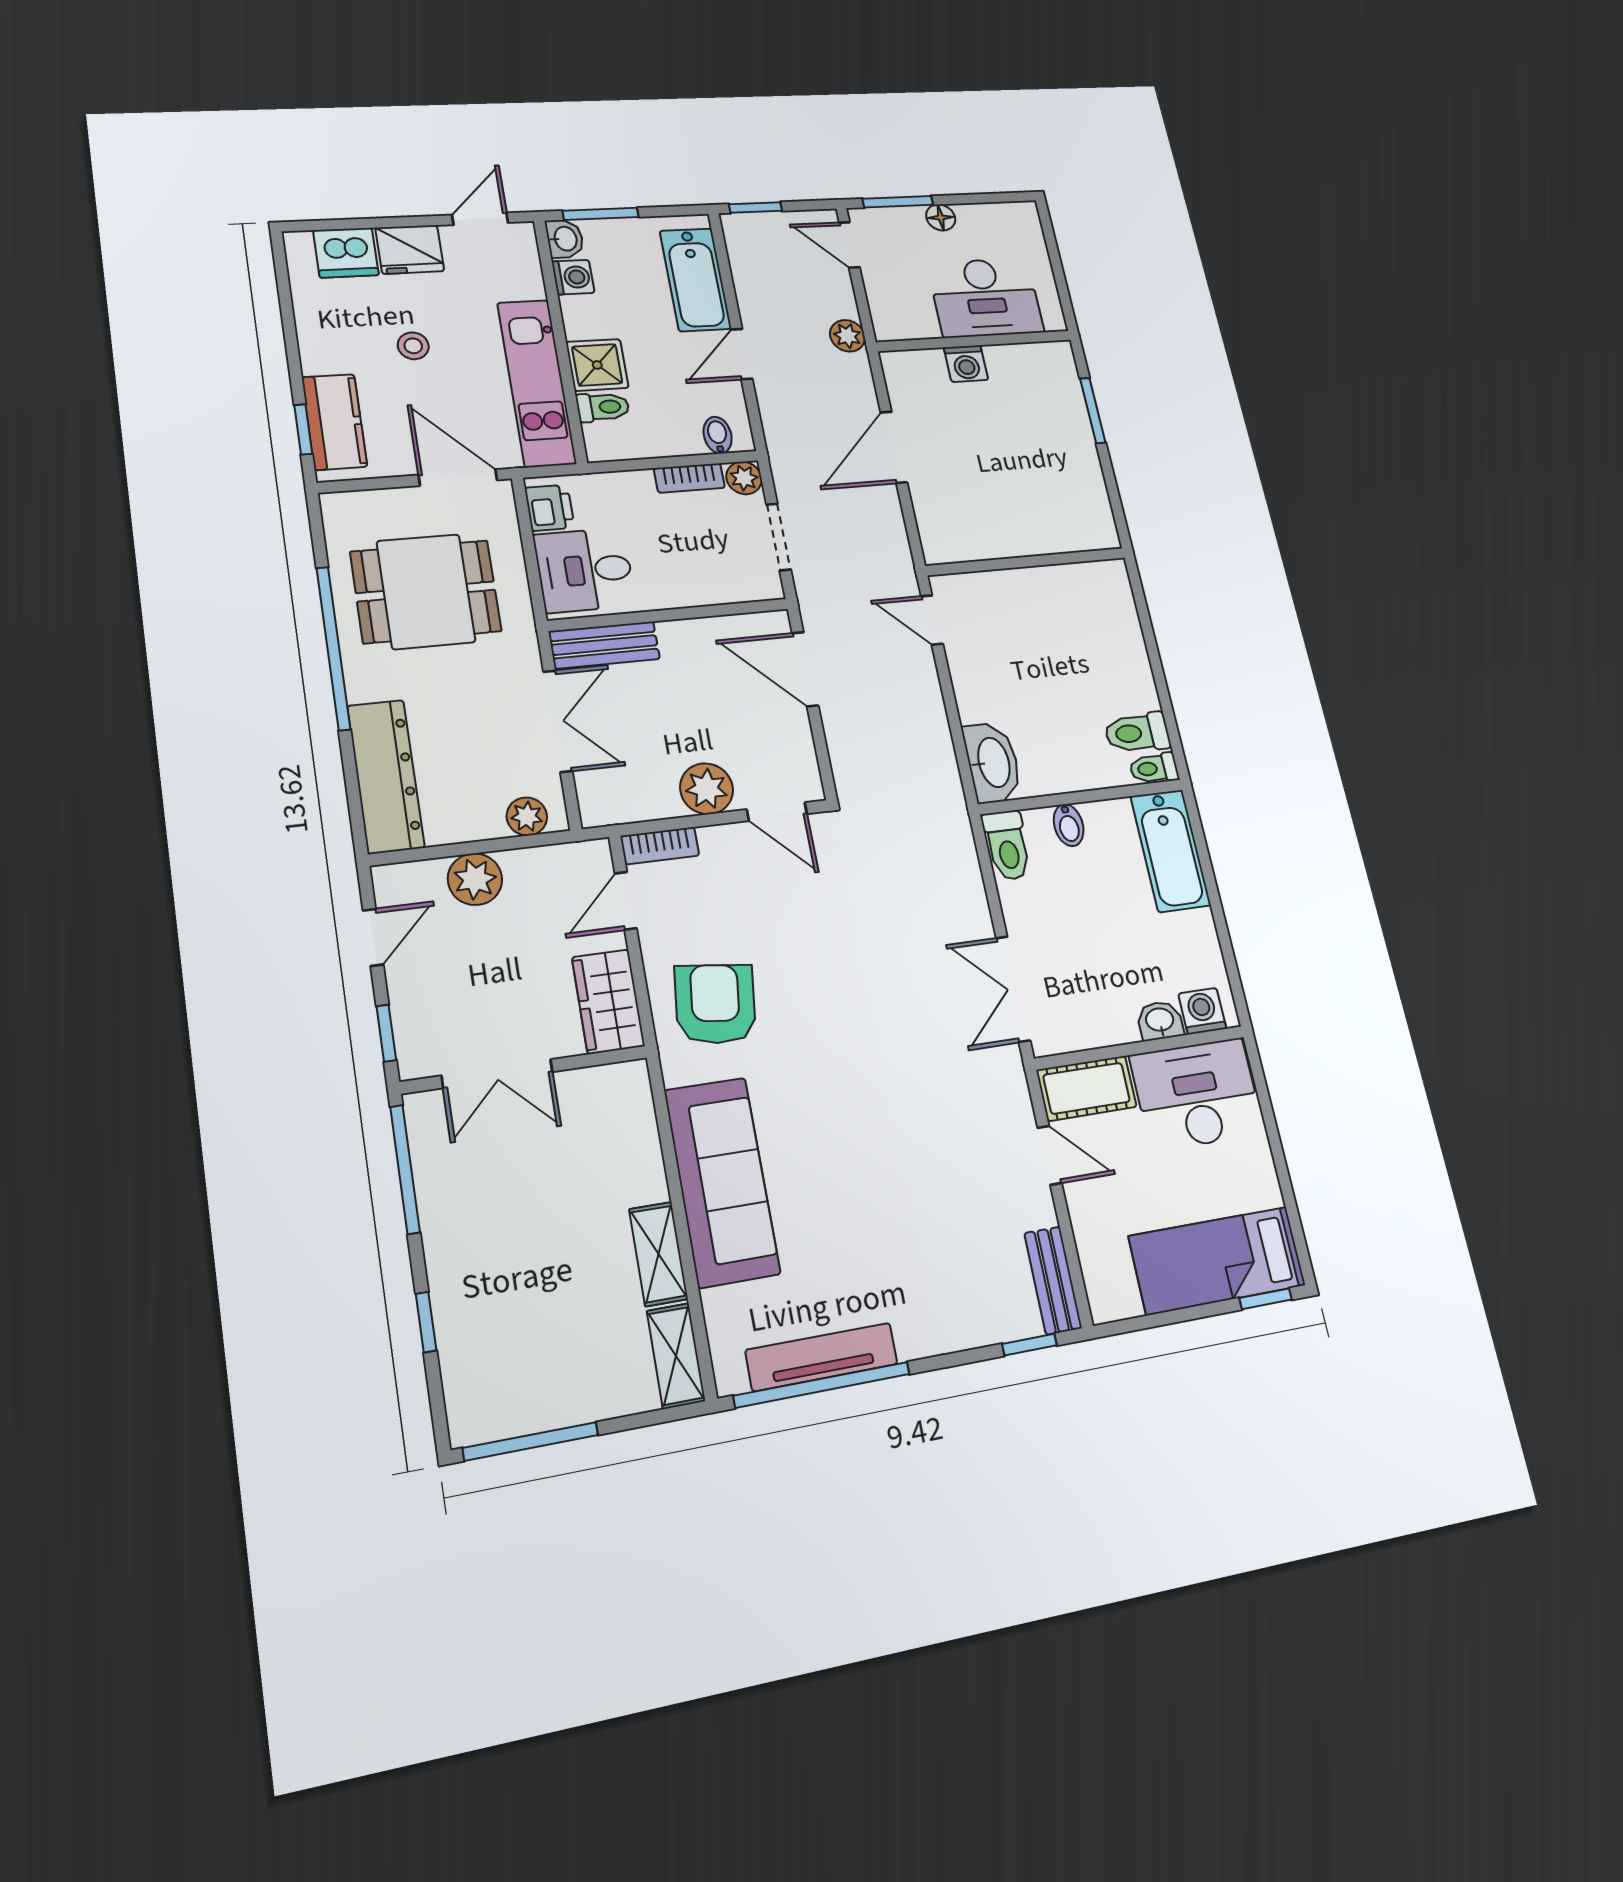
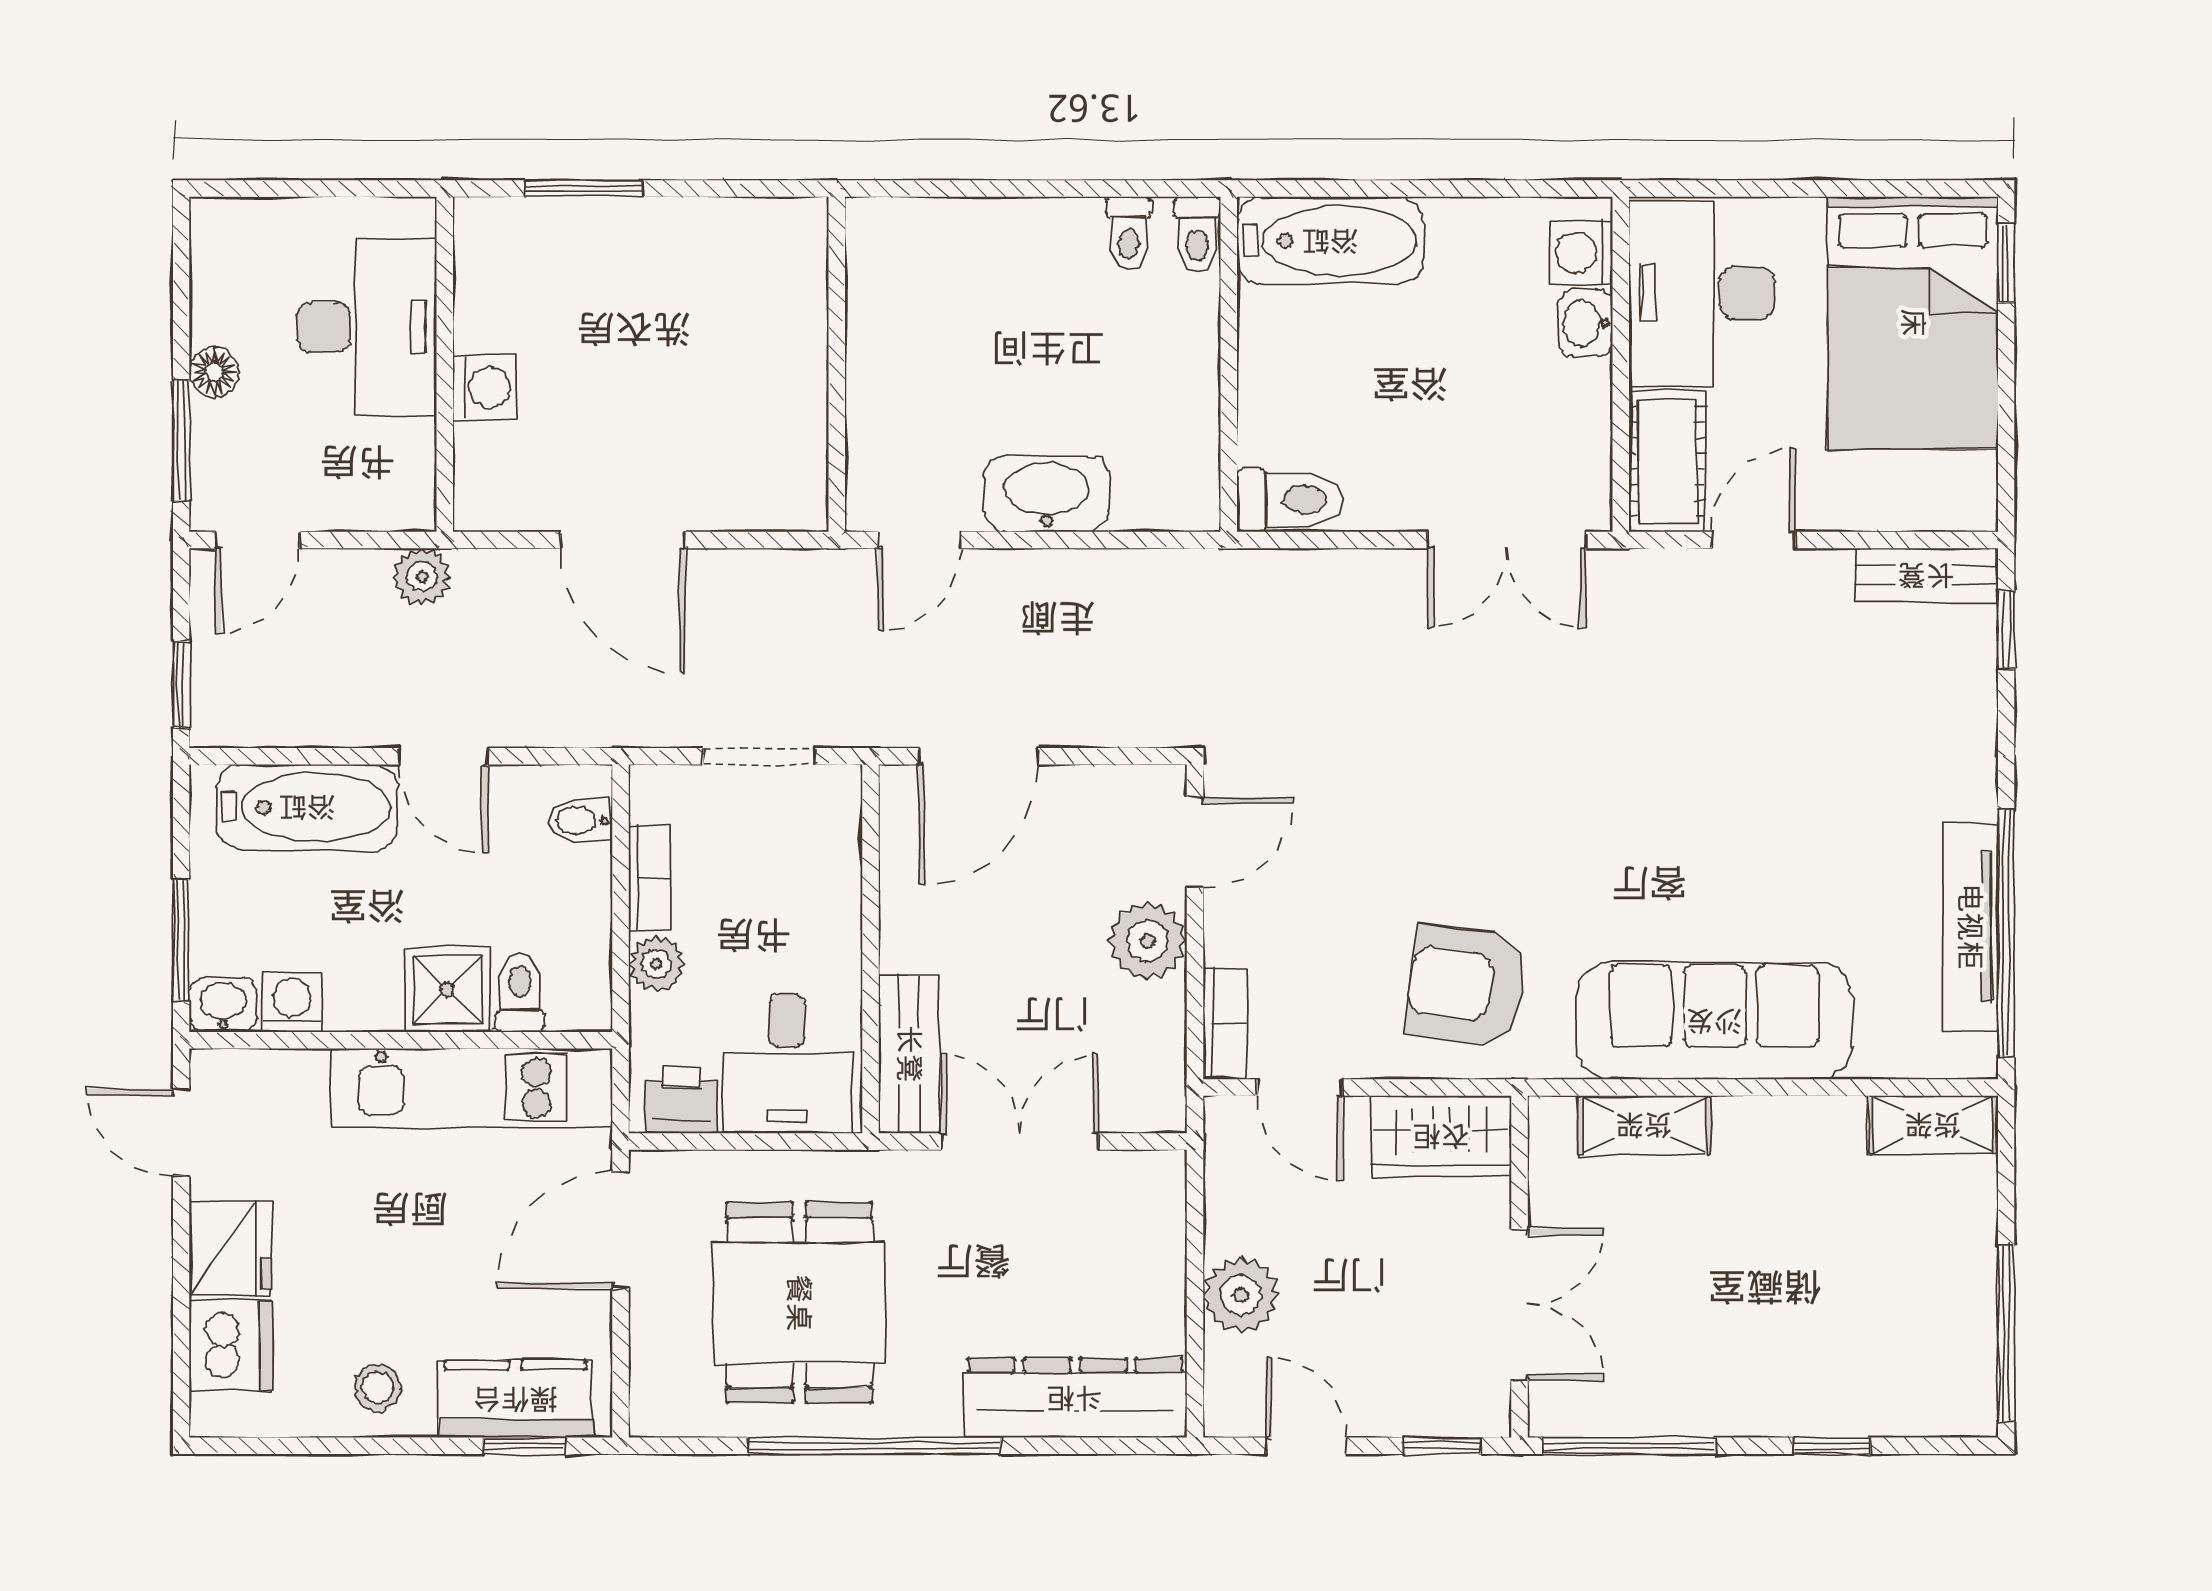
stool: (413, 346) -> (378, 1388), moved
plant: (744, 478) -> (656, 964), moved
toilet: (1137, 733) -> (1129, 234), width x0.73, depth x0.72
washbasin: (992, 763) -> (1047, 494), moved
plant: (527, 816) -> (1158, 1208), removed
bidet: (1069, 825) -> (1270, 395), removed
shelving: (658, 1254) -> (1644, 1125), moved
bed: (1217, 1261) -> (1913, 323), width x1.50

